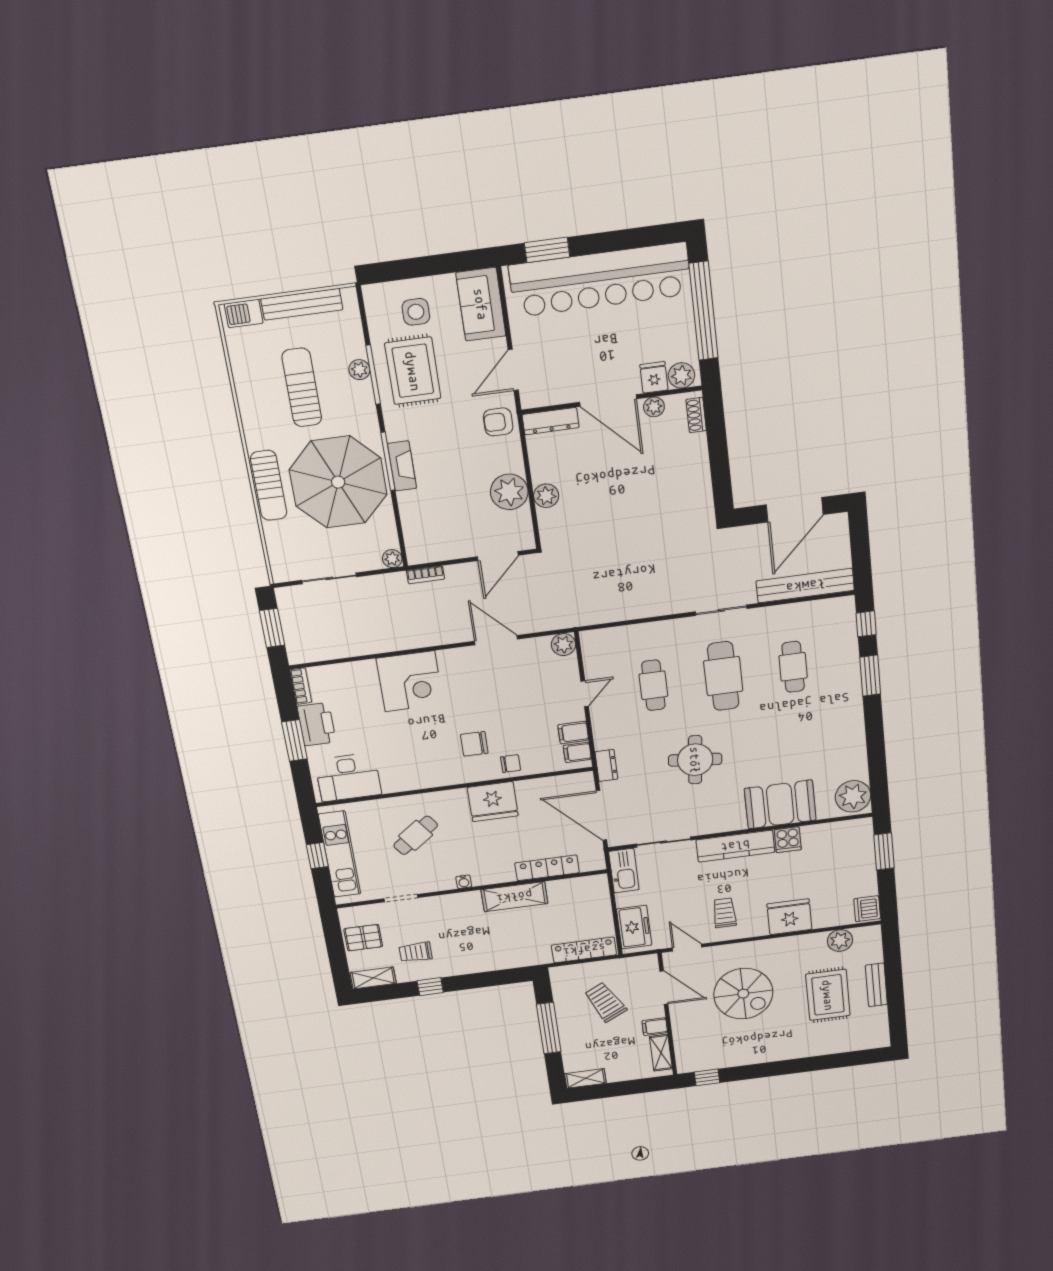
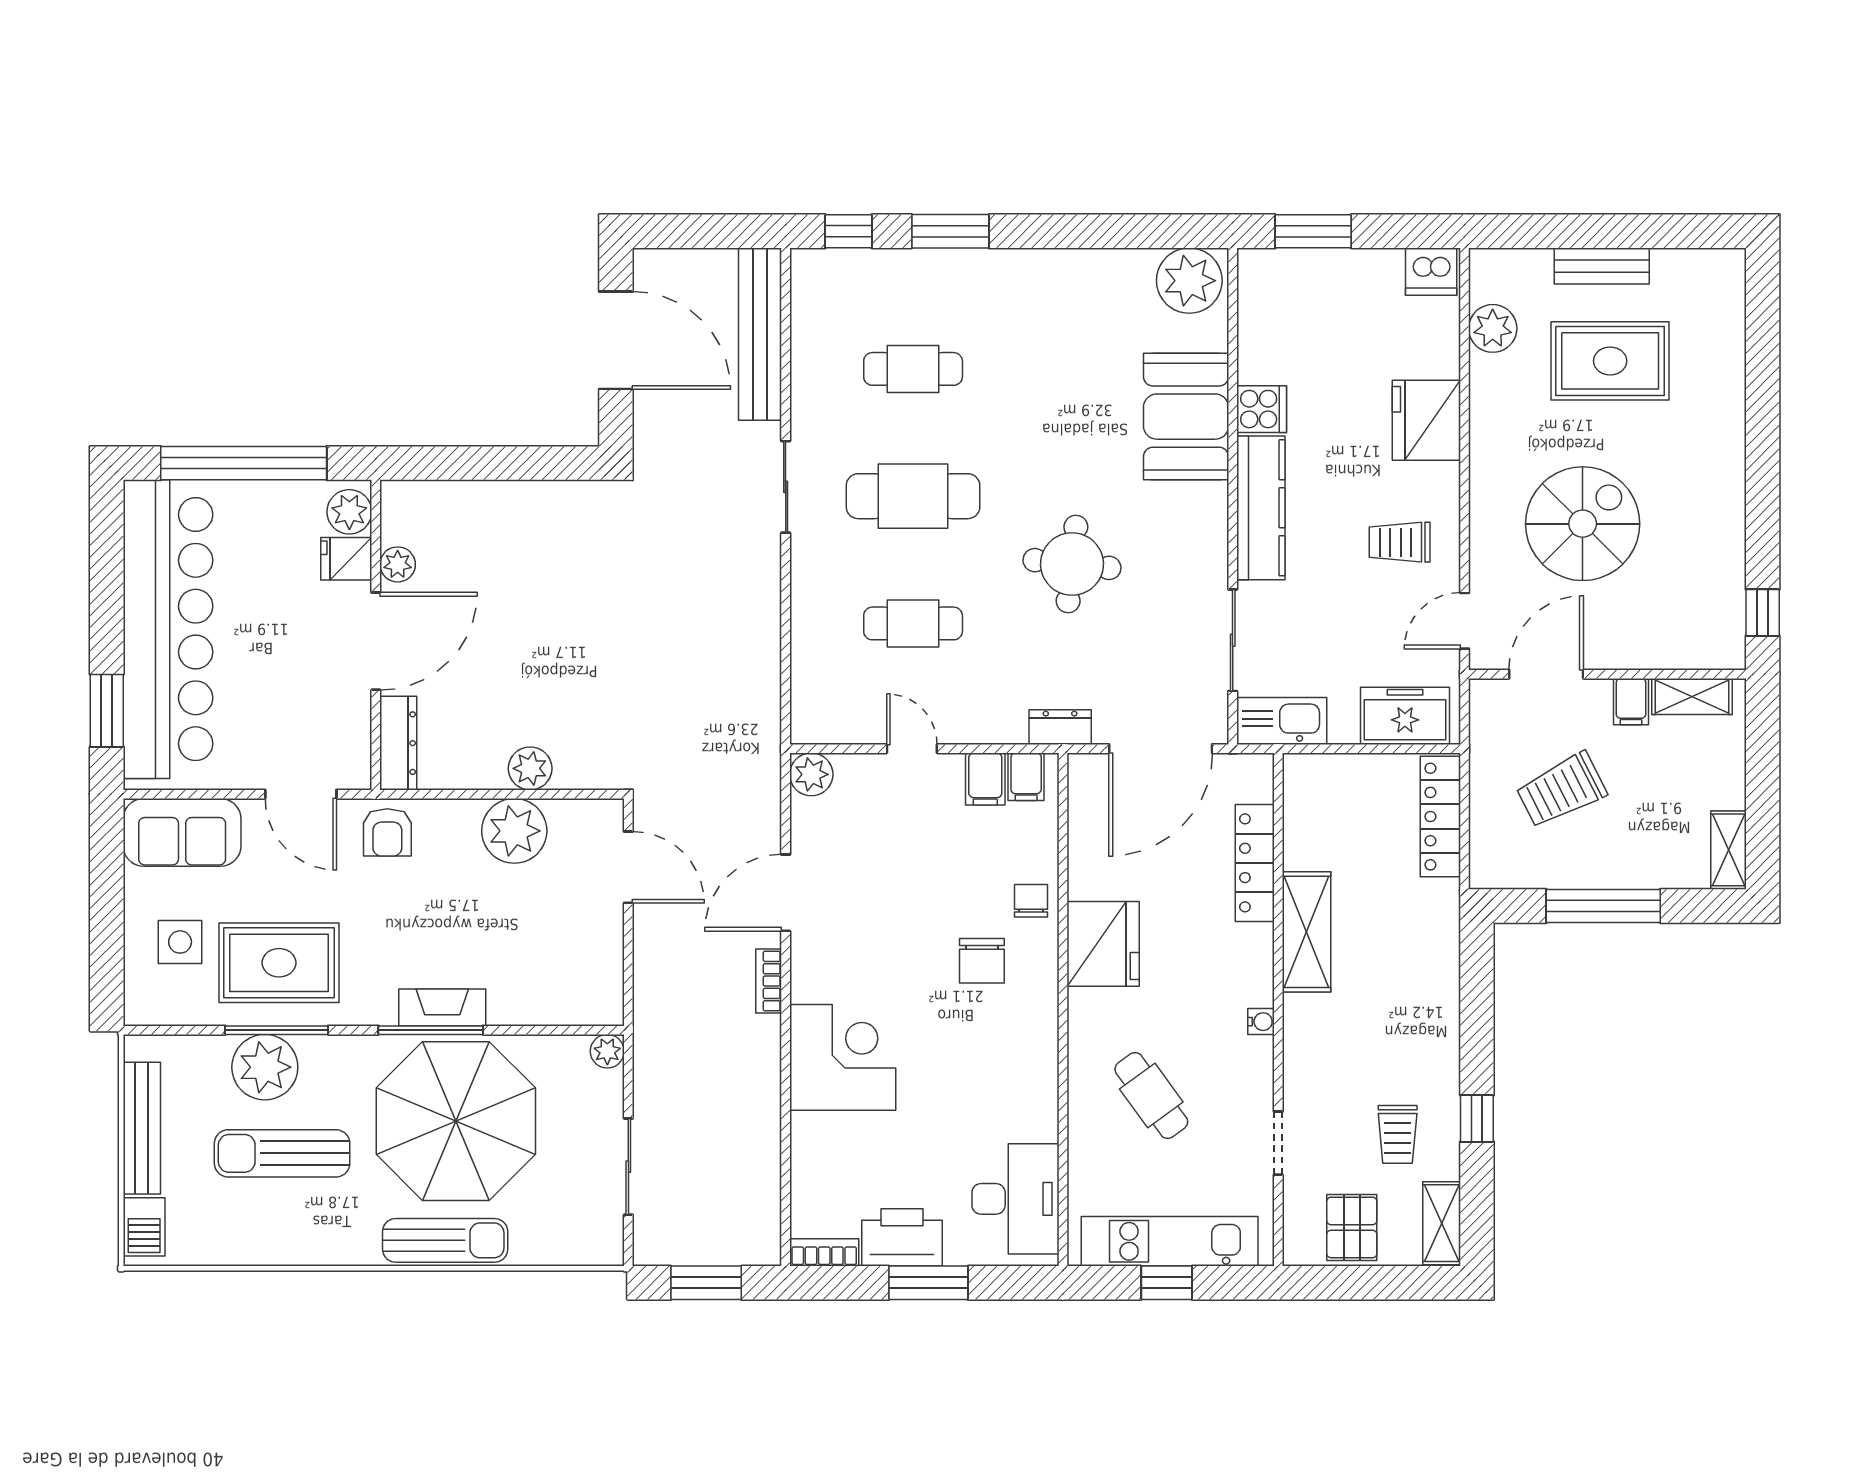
plant: (359, 370) -> (265, 1067), width x1.87, depth x1.87
shoe rack: (696, 415) -> (422, 494), removed
bookcase: (425, 575) -> (769, 981), moved, turned 180

